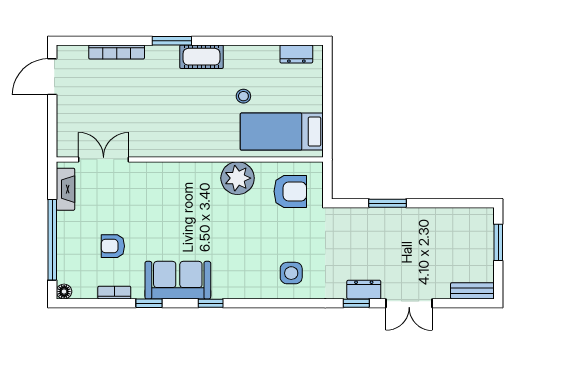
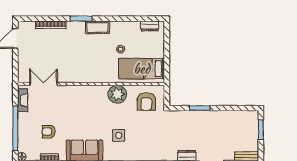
armchair: (290, 191) -> (146, 102), turned 90
side table: (291, 273) -> (119, 135), moved

